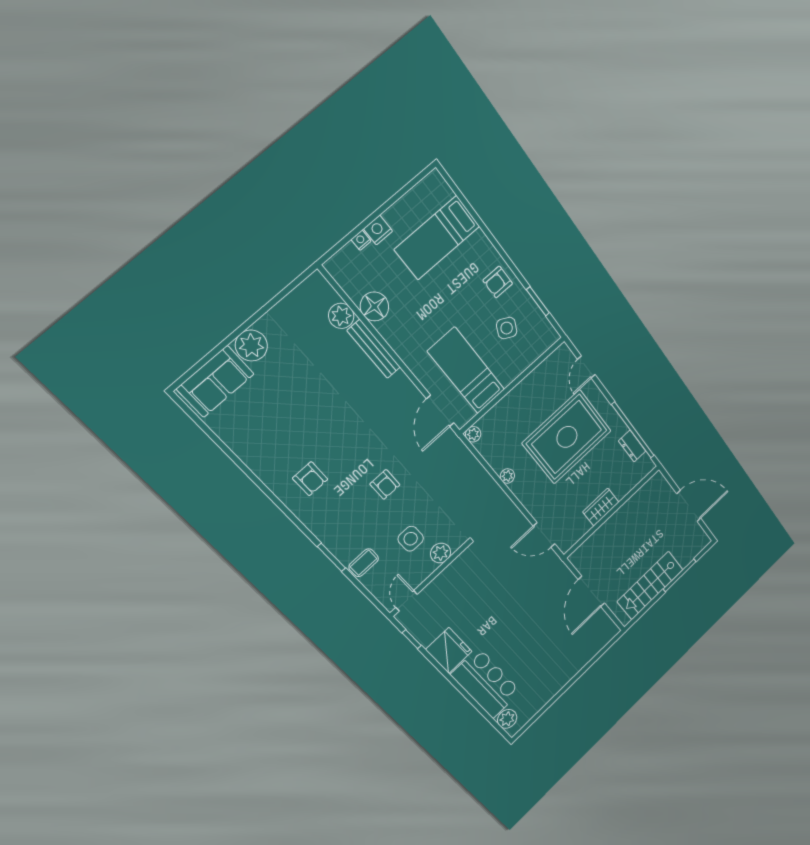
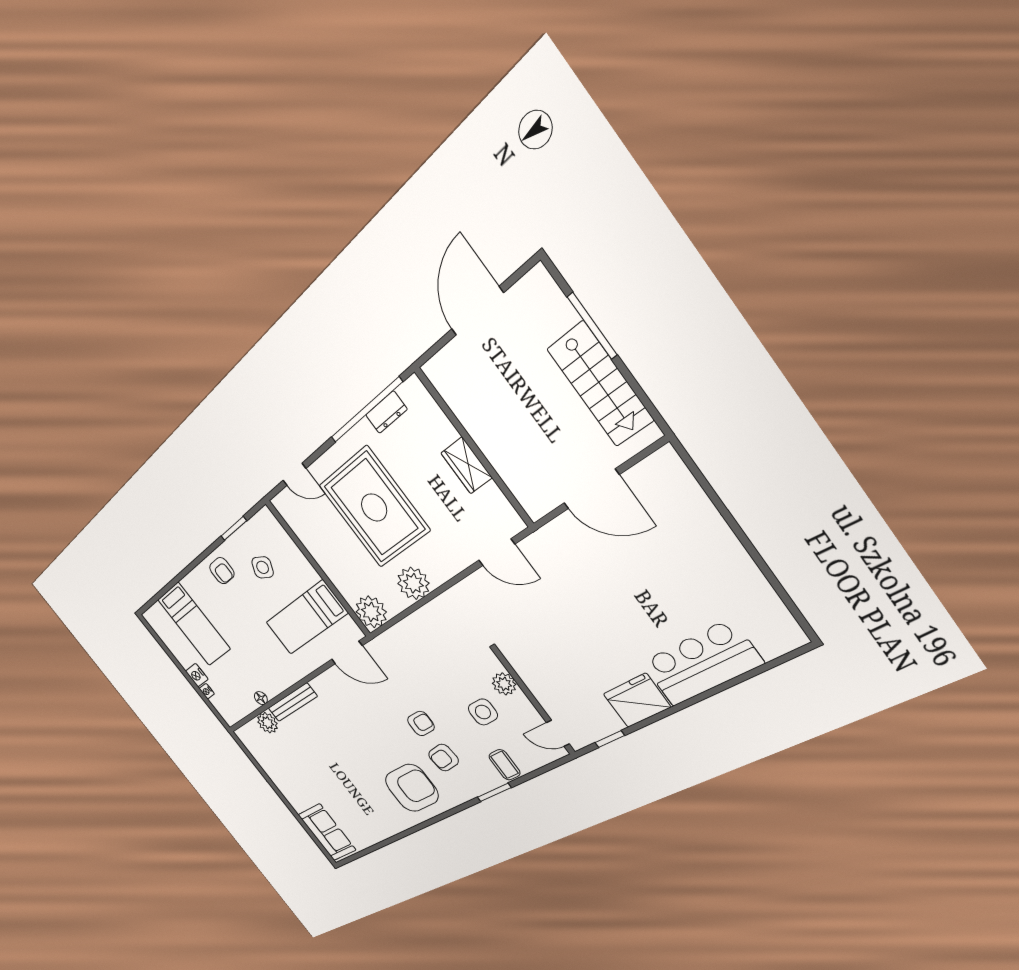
floor lamp: (374, 306) -> (261, 698), width x0.53, depth x0.53
plant: (251, 346) -> (297, 798), removed
plant: (473, 434) -> (371, 612), width x1.88, depth x1.88
plant: (507, 476) -> (413, 583), width x1.87, depth x1.87
armchair: (310, 479) -> (412, 788), width x1.88, depth x1.88
armchair: (355, 508) -> (444, 758), added
door: (544, 535) -> (497, 552), hinge flipped
plant: (507, 719) -> (773, 643), removed

